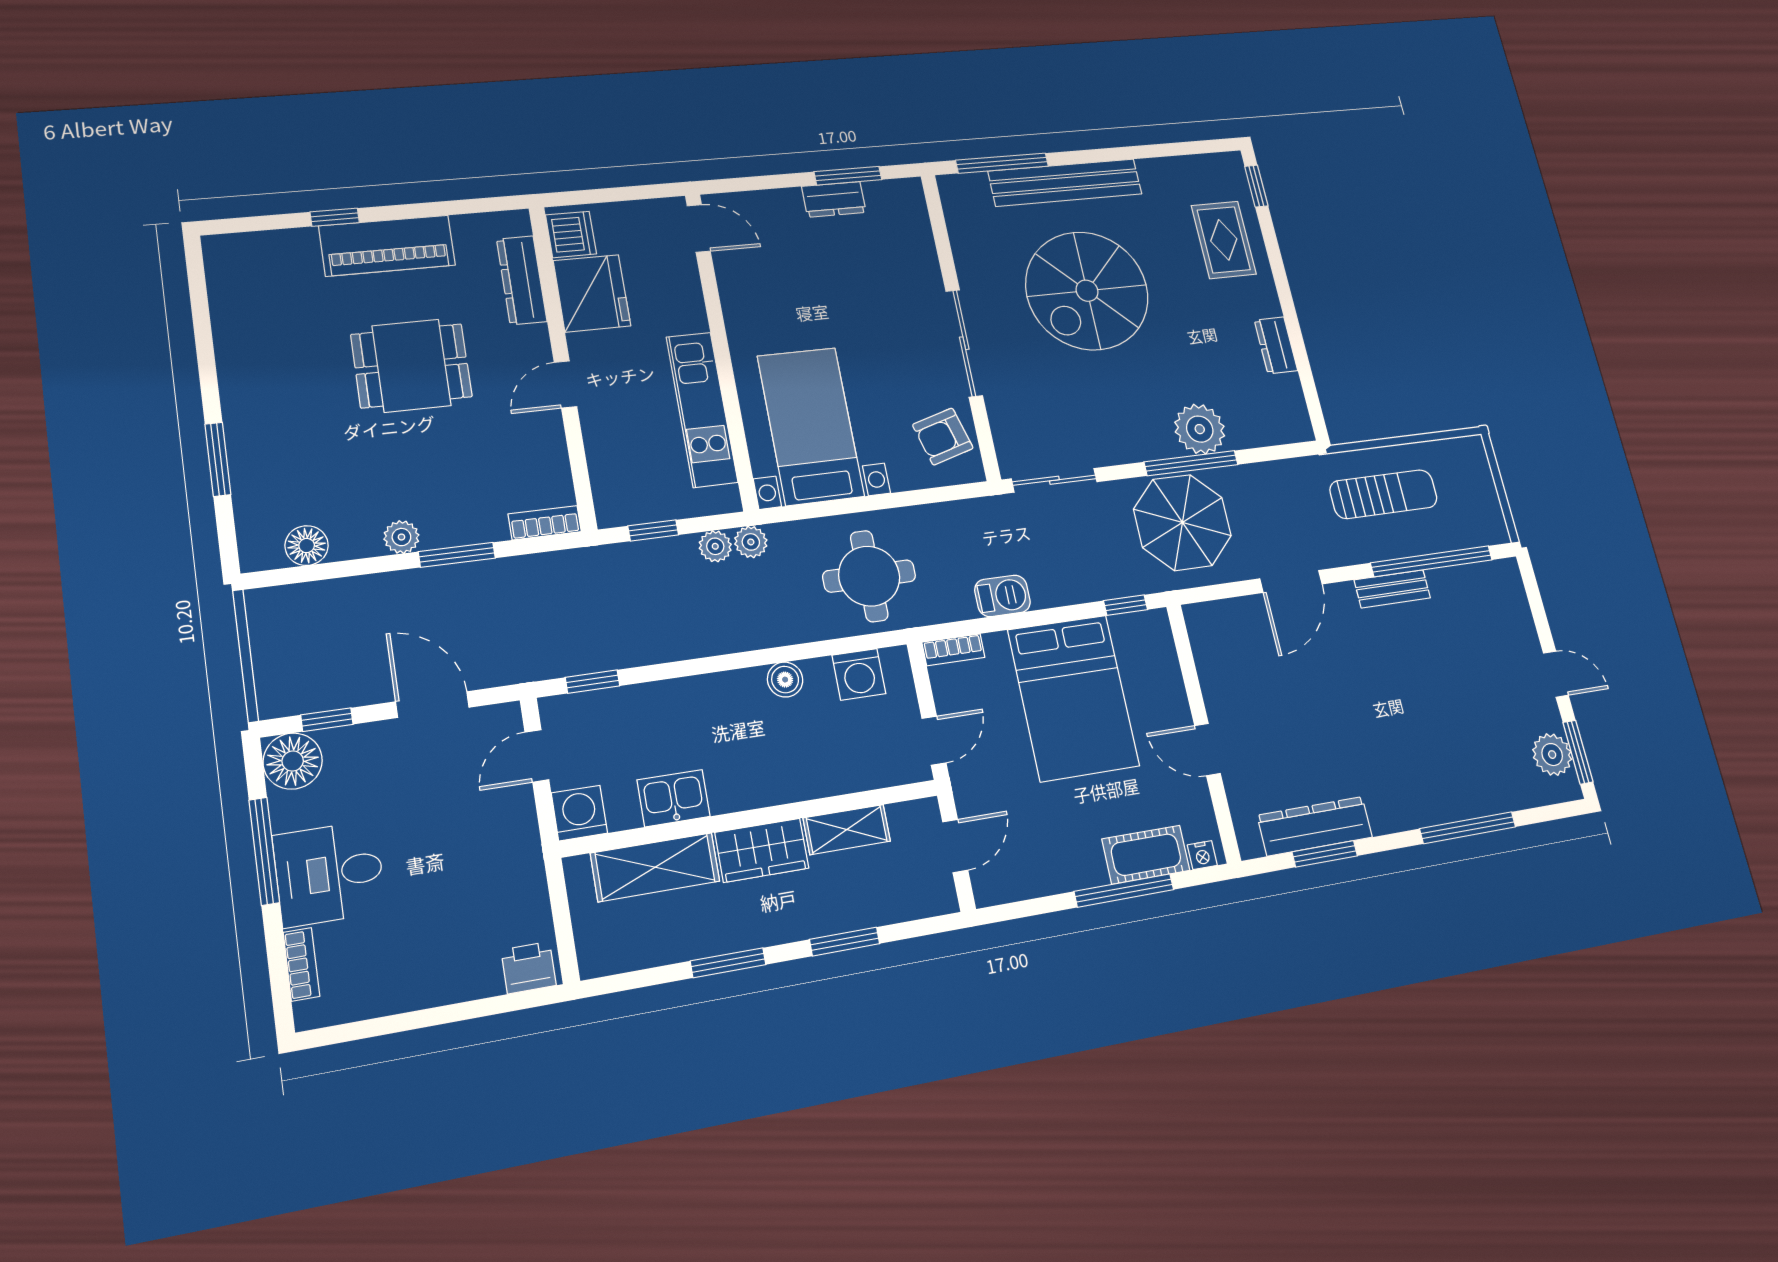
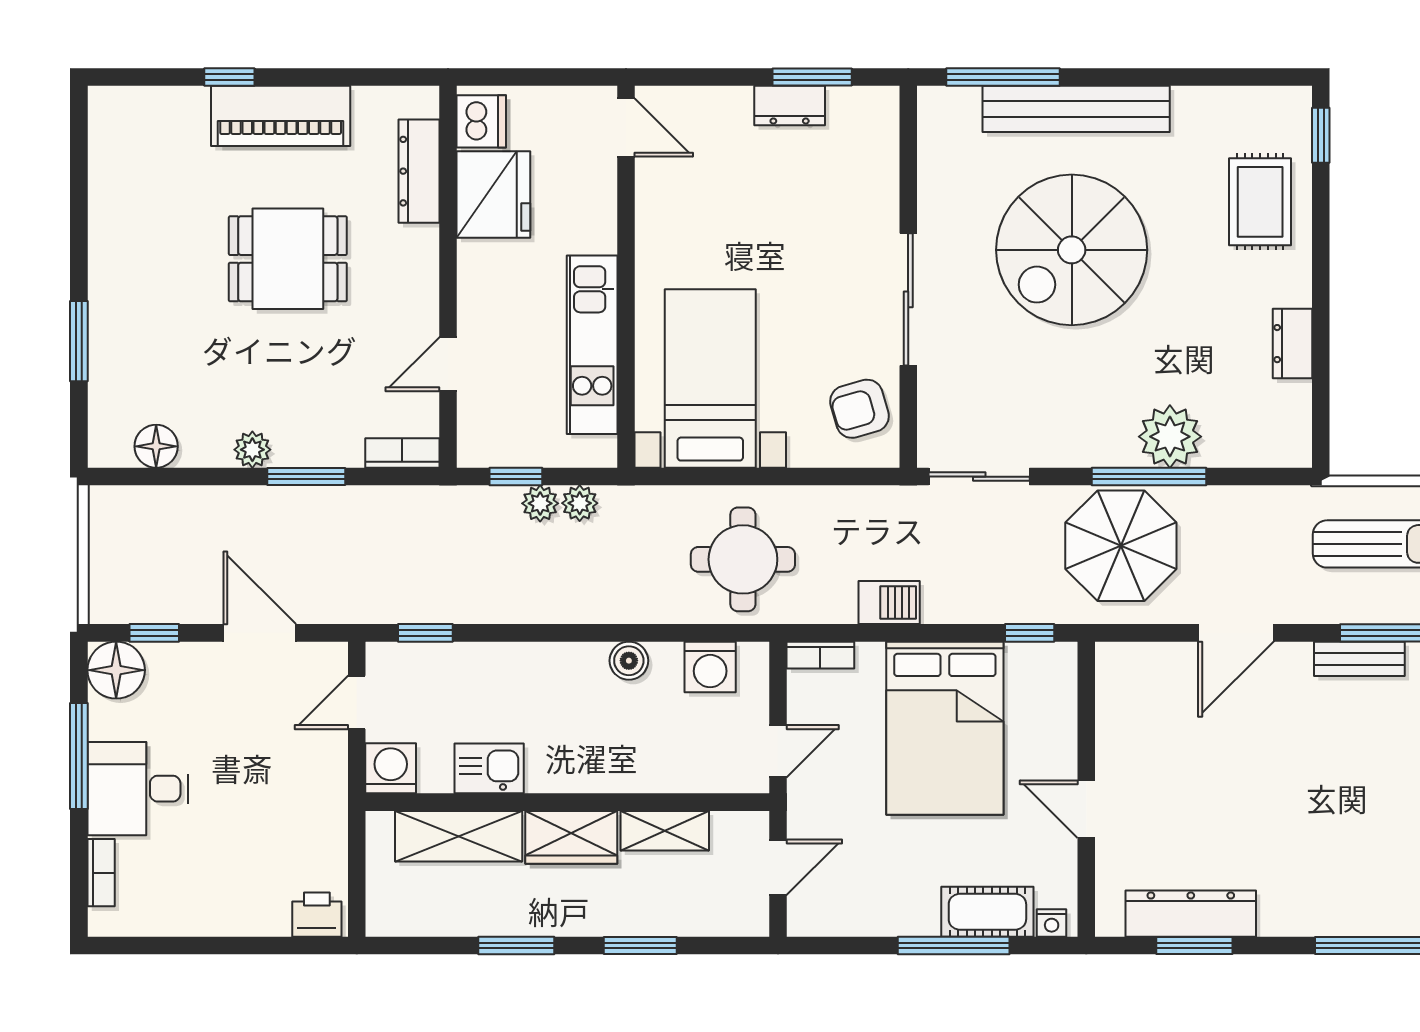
door: (565, 384) -> (448, 364), moved
plant: (751, 542) -> (540, 503), moved

